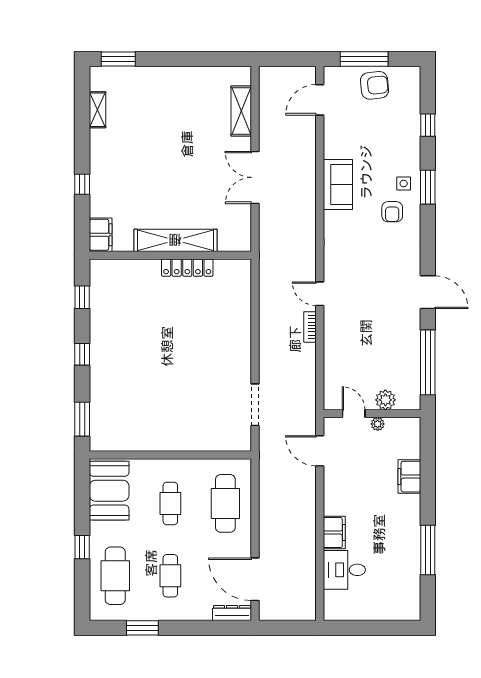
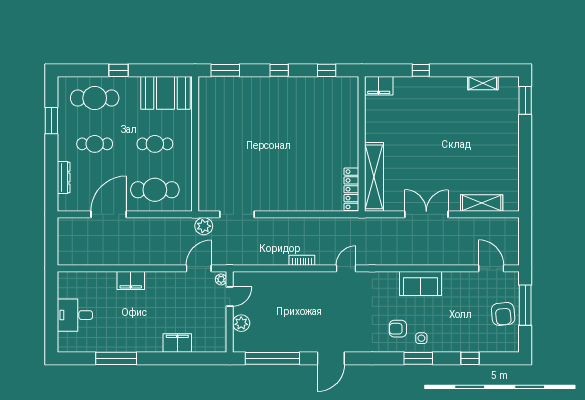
shelving: (175, 240) -> (374, 177), moved
locker: (187, 268) -> (351, 189), moved
door: (320, 294) -> (346, 268), moved
plant: (378, 424) -> (221, 279), moved
plant: (269, 445) -> (204, 226), added
desk: (344, 570) -> (75, 315), moved, turned -90
door: (255, 579) -> (109, 214), moved
dresser: (232, 613) -> (64, 178), moved

